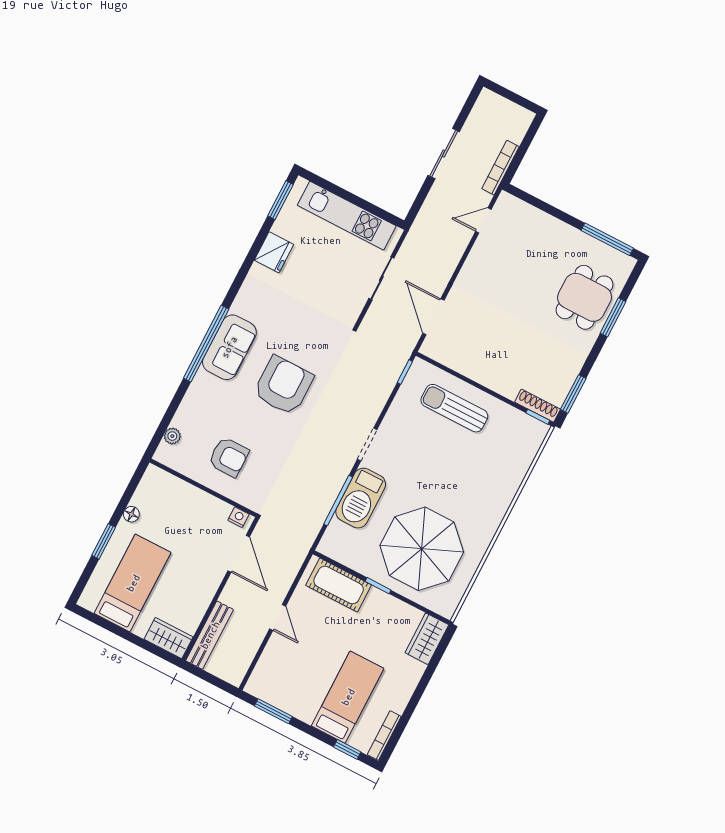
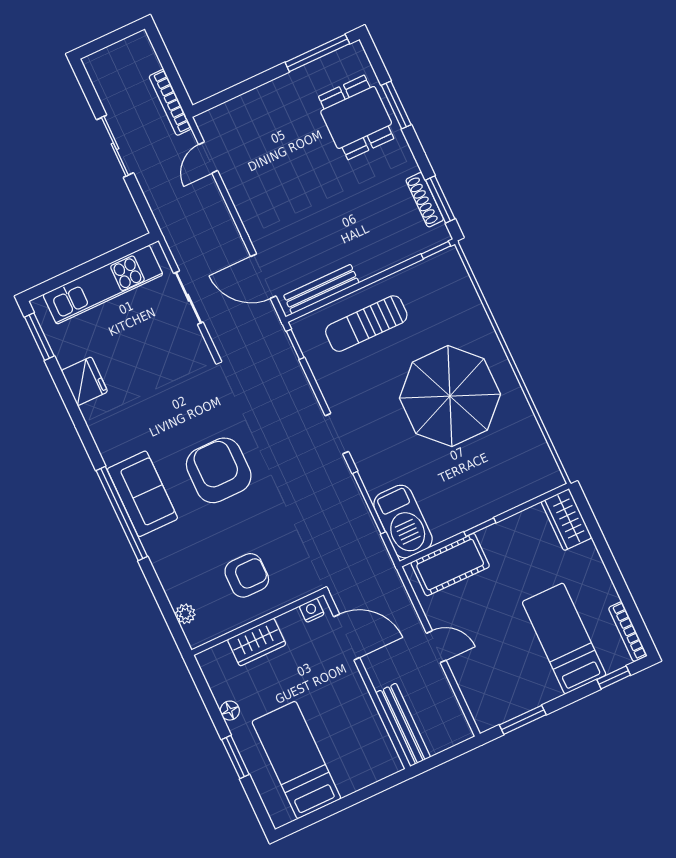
bench: (454, 361) -> (321, 289), added
shoe rack: (538, 406) -> (425, 200), moved, turned -90
barbecue: (361, 498) -> (403, 522), moved
parasol: (422, 549) -> (450, 396), moved
wardrobe: (168, 638) -> (257, 642), moved, turned 180

